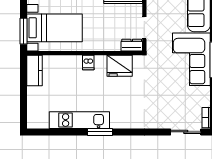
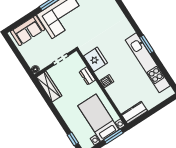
dresser: (132, 45) -> (87, 76), moved
kitchen unit: (79, 120) -> (148, 63), width x1.36

